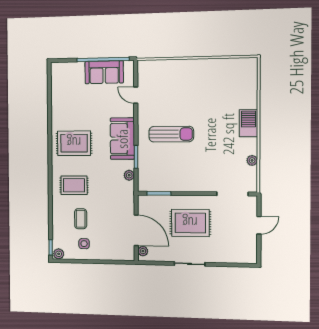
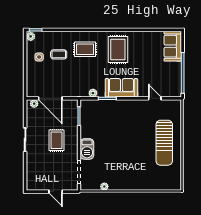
sofa: (104, 72) -> (173, 46), moved
door: (136, 95) -> (155, 98), hinge flipped
barbecue: (248, 123) -> (87, 149), moved, turned 90
sun lounger: (171, 134) -> (164, 143), moved, width x1.36, depth x1.34
rug: (74, 185) -> (85, 49), turned 90
rug: (190, 223) -> (57, 140), width x0.73, depth x0.70
door: (136, 230) -> (50, 98), hinge flipped

